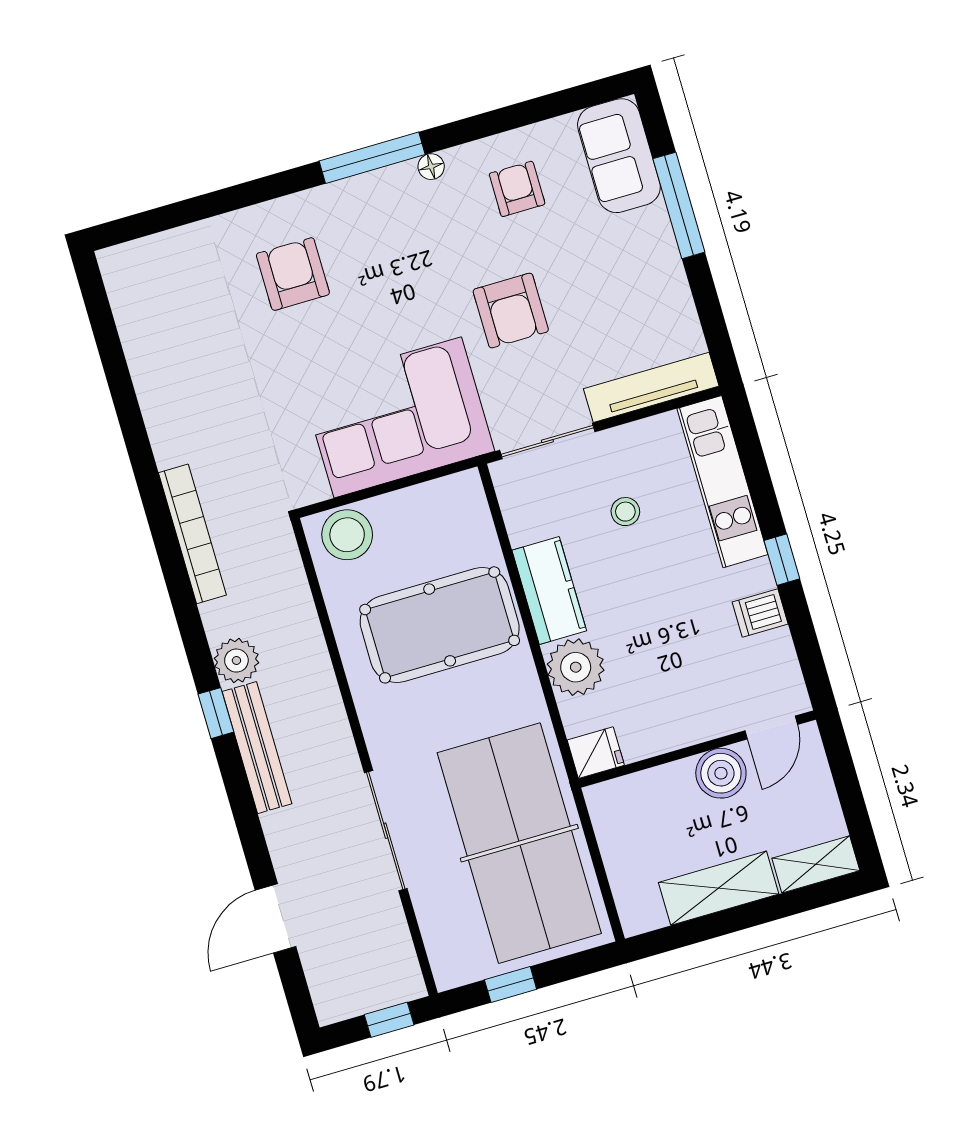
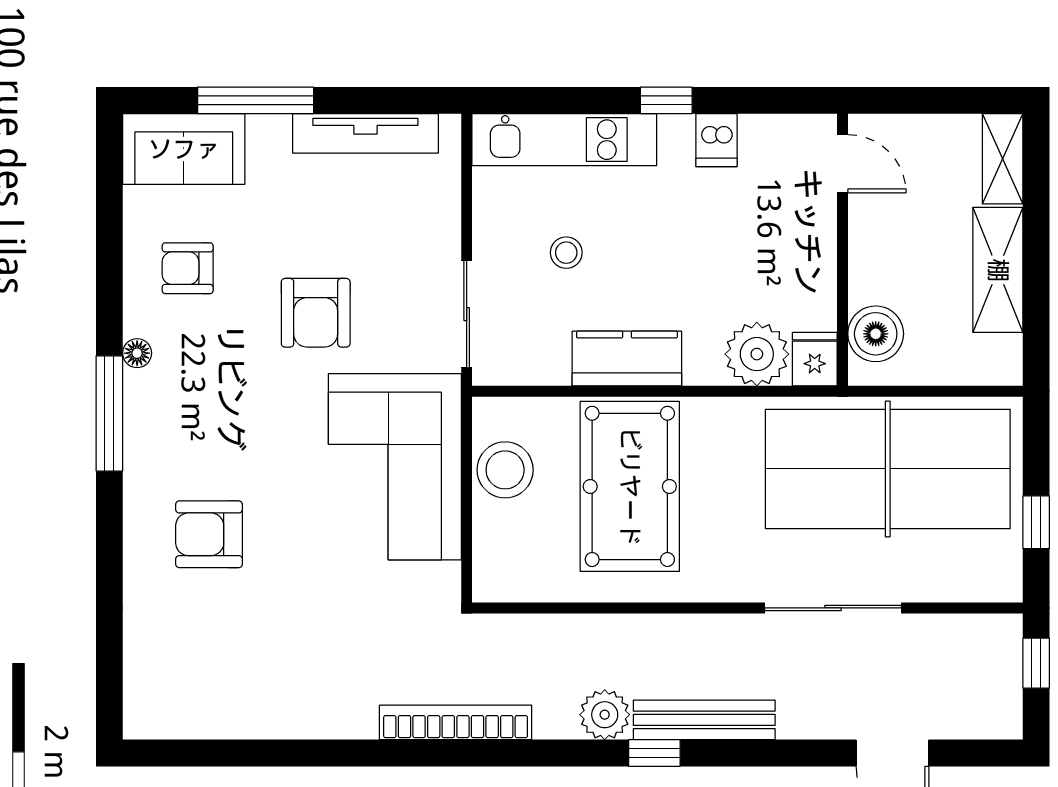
armchair: (511, 311) -> (316, 313), turned 90
tv unit: (651, 387) -> (365, 133), moved, turned -90
stool: (347, 535) -> (505, 470), moved
plant: (576, 667) -> (757, 354), moved
boiler: (721, 773) -> (876, 334), moved

